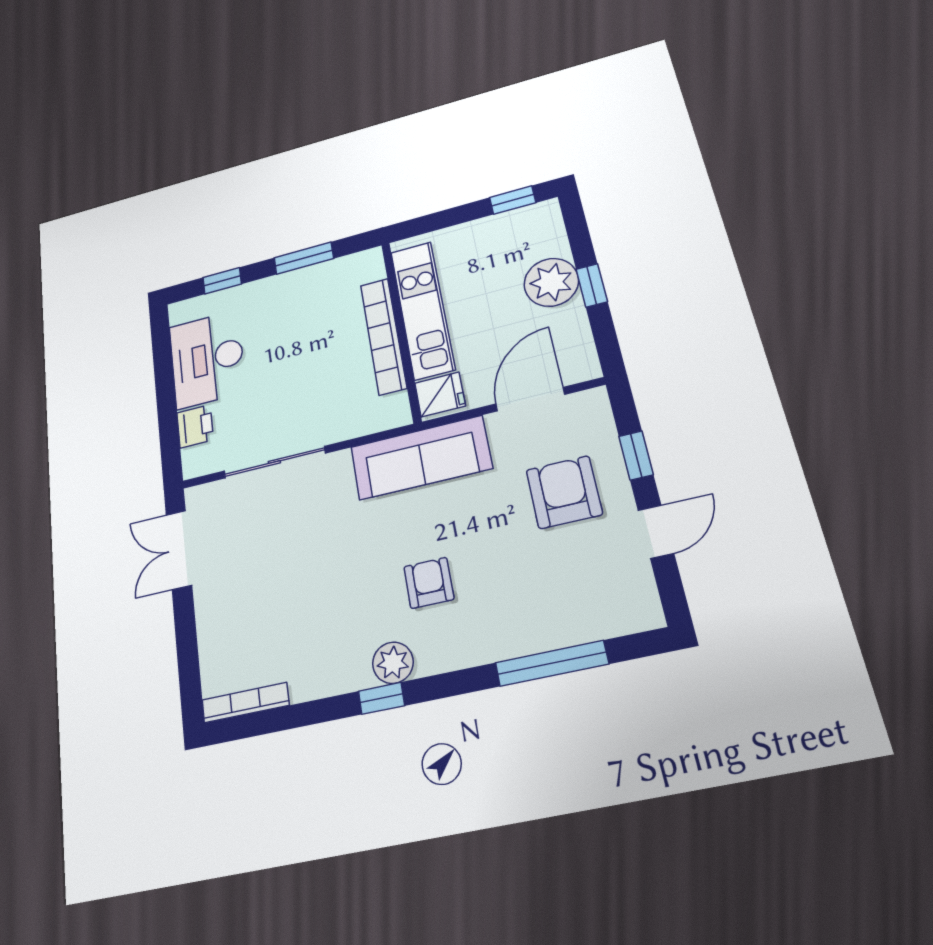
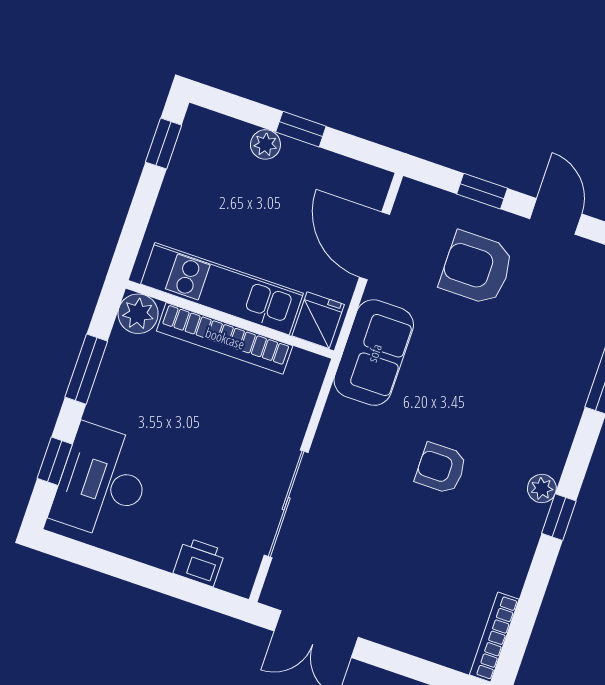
plant: (367, 265) -> (138, 314), added
plant: (551, 282) -> (265, 144), width x0.53, depth x0.53
desk: (207, 359) -> (103, 482), moved, turned 90
sofa: (421, 458) -> (374, 353), width x0.73
armchair: (429, 583) -> (441, 468), moved
plant: (393, 663) -> (542, 488), width x0.73, depth x0.73

